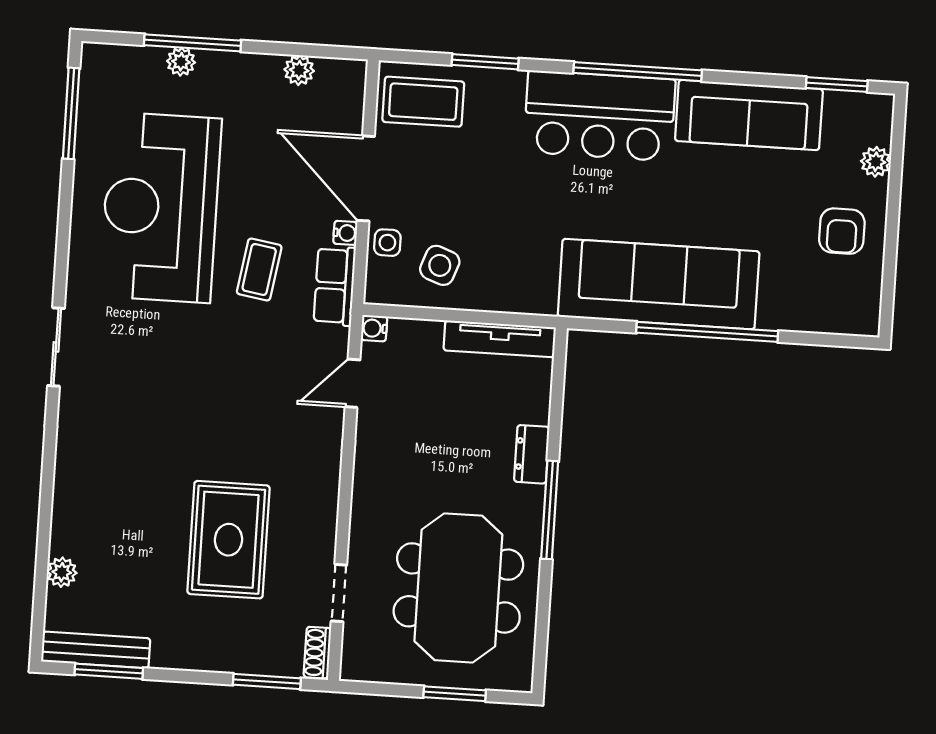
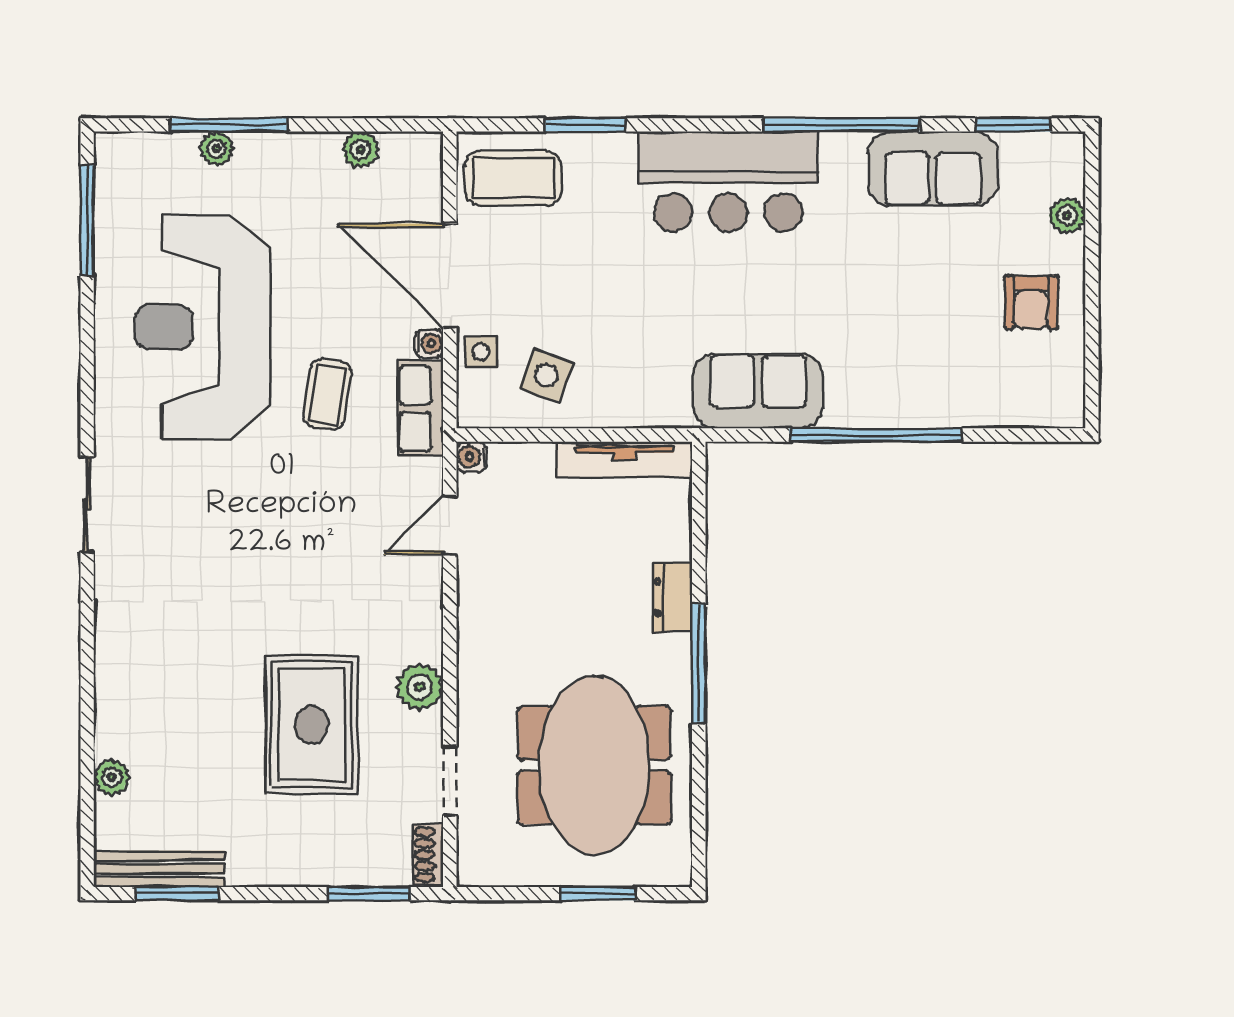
window: (638, 72) -> (841, 125), moved
sofa: (749, 115) -> (933, 169), width x0.73
sofa: (659, 284) -> (758, 391), width x0.54, depth x0.79
plant: (319, 514) -> (419, 687), added

